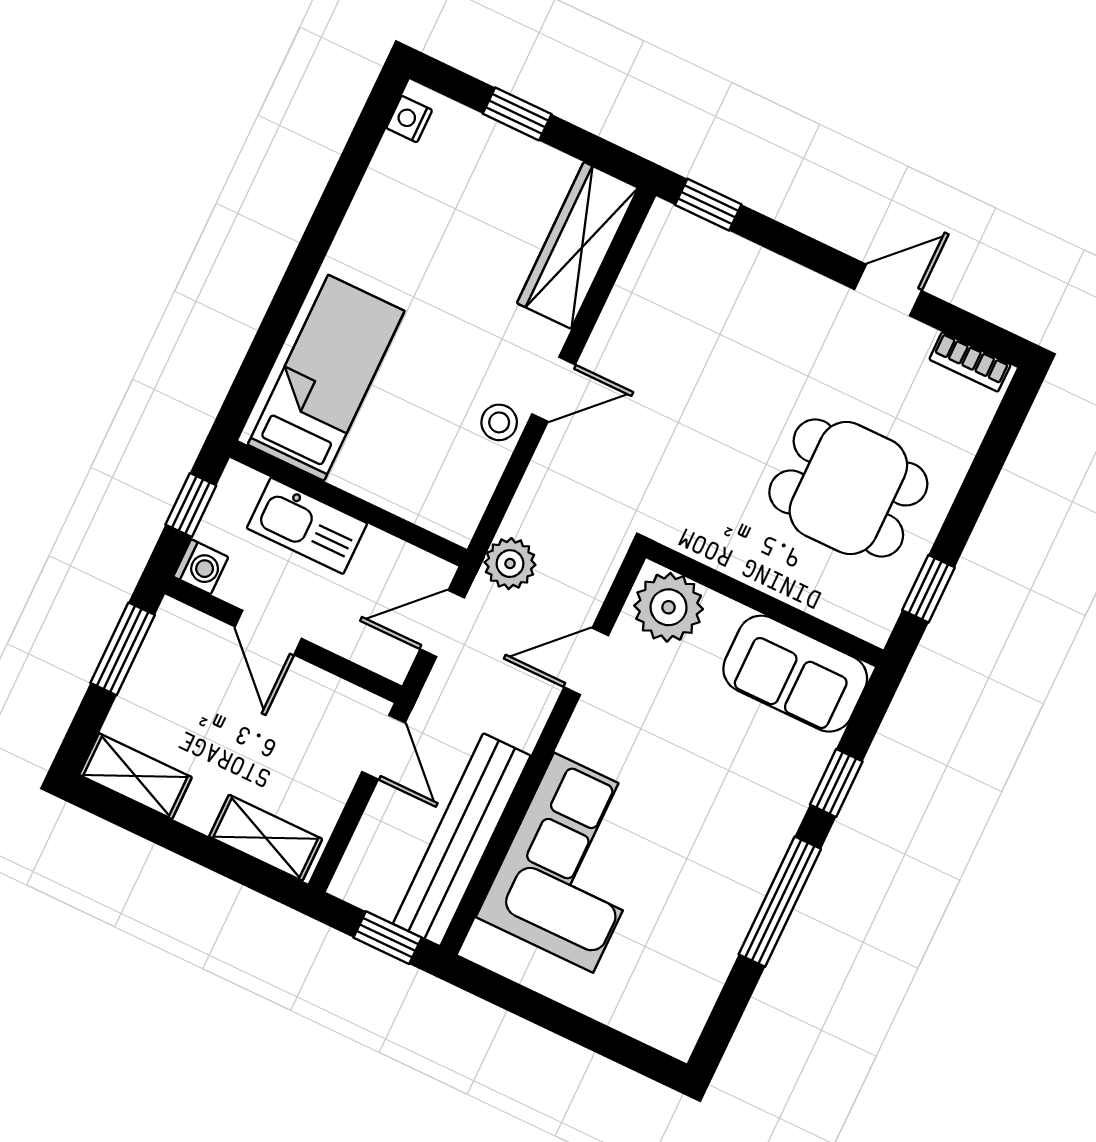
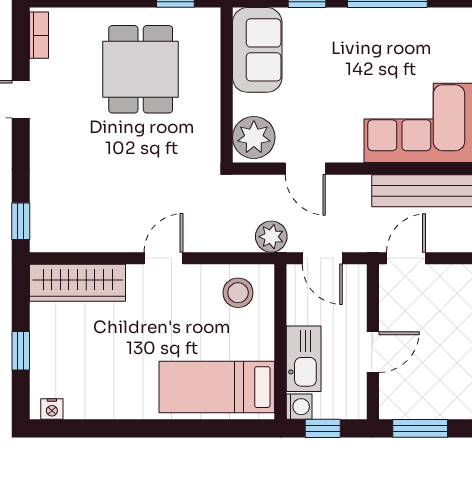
door: (554, 389) -> (163, 258), hinge flipped
stool: (499, 422) -> (238, 293), moved, width x1.37, depth x1.37
washing machine: (201, 567) -> (299, 407), moved, turned 90

